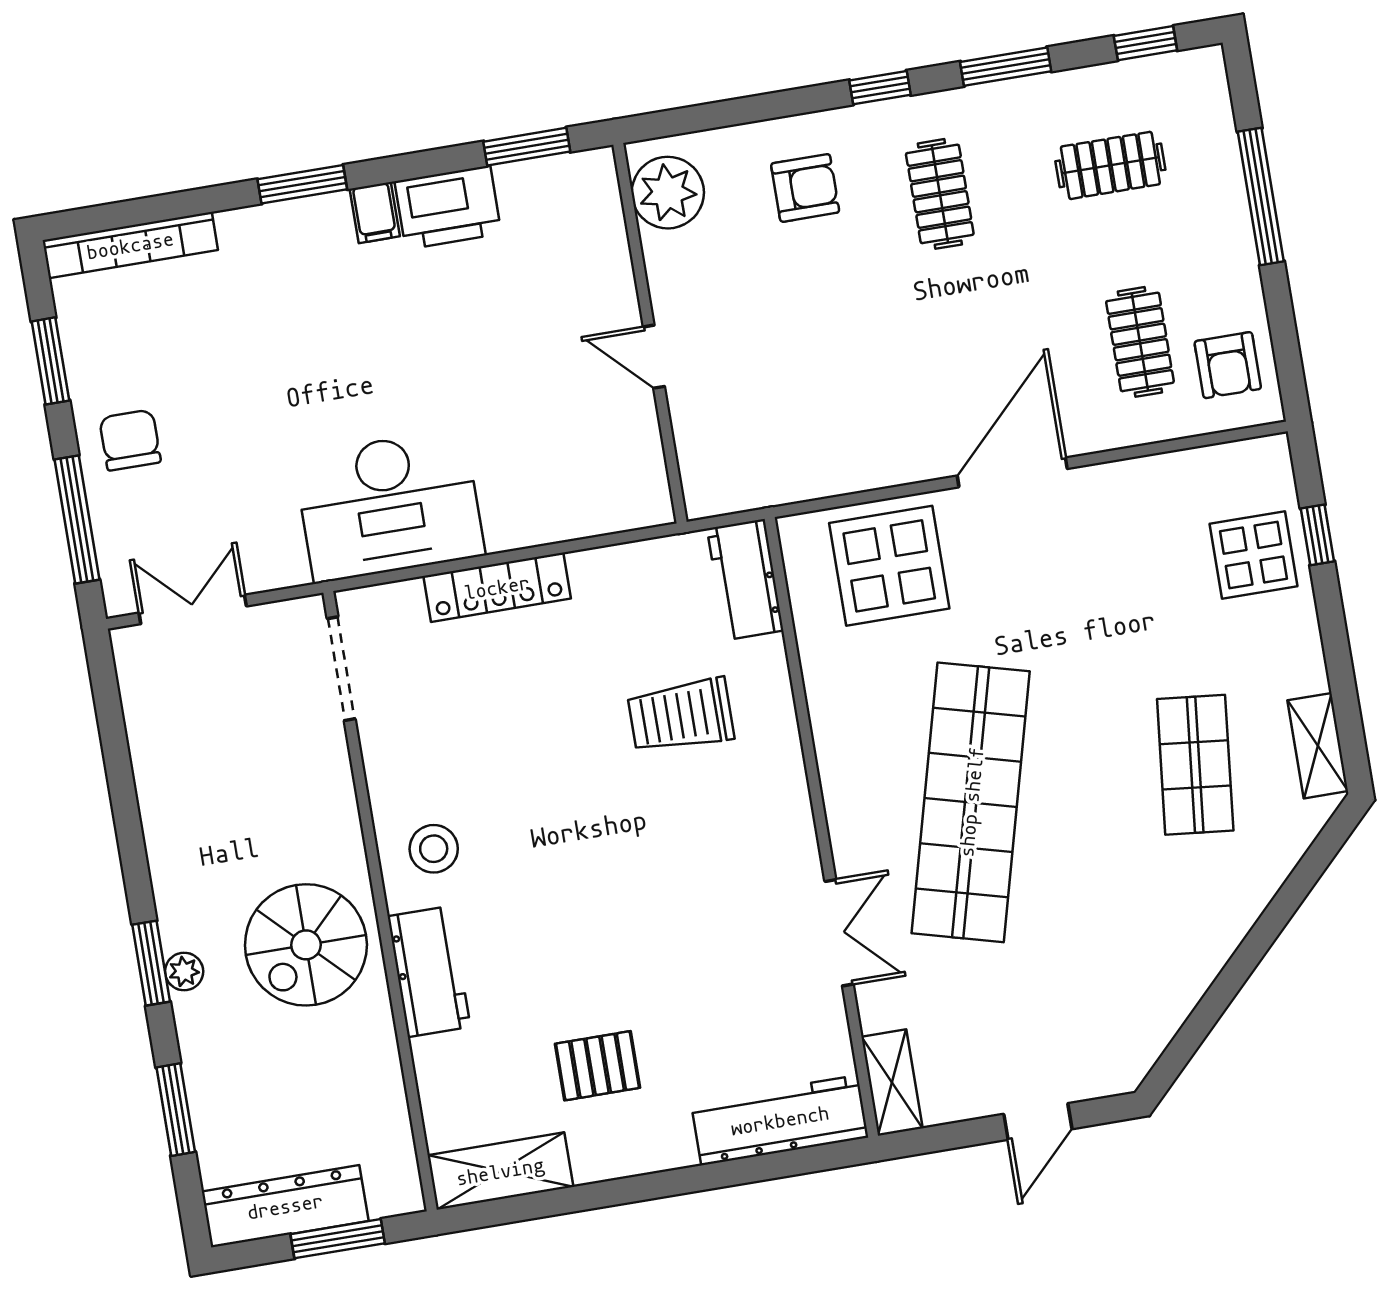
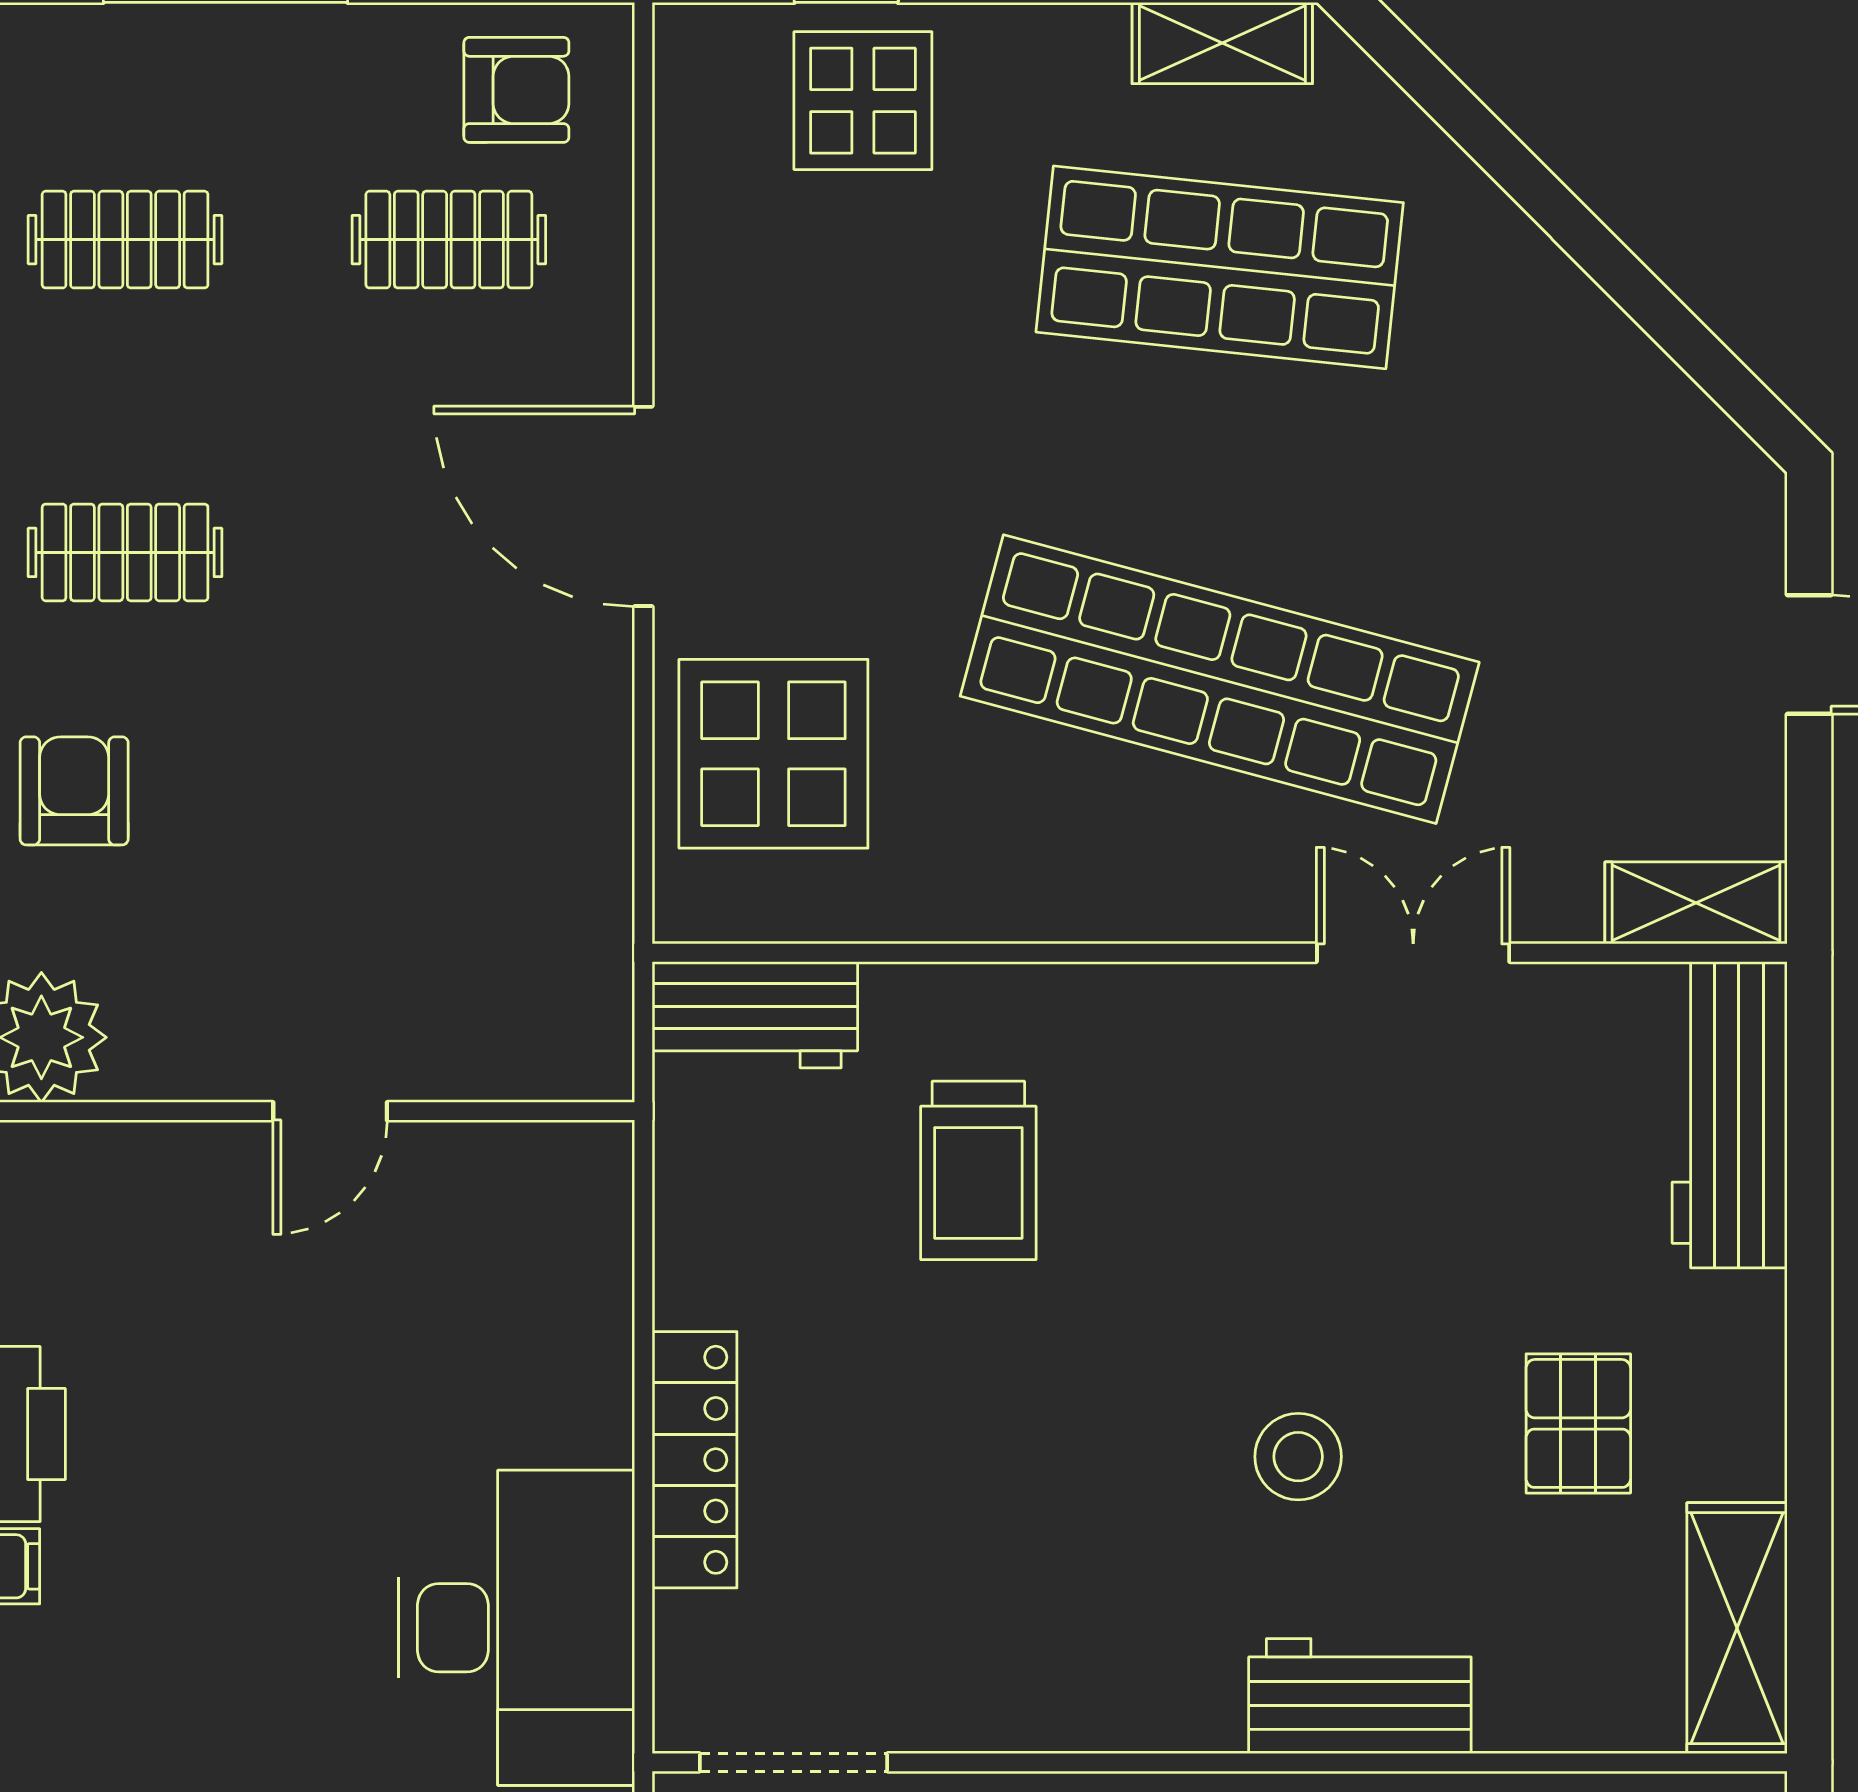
clothes rail: (1110, 165) -> (125, 240), turned 90
shop shelf: (1195, 765) -> (1220, 267), width x1.43, depth x1.36
stool: (434, 849) -> (1298, 1457), moved

